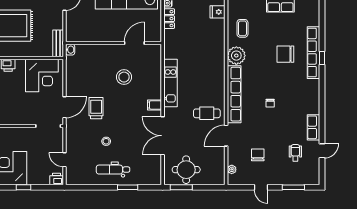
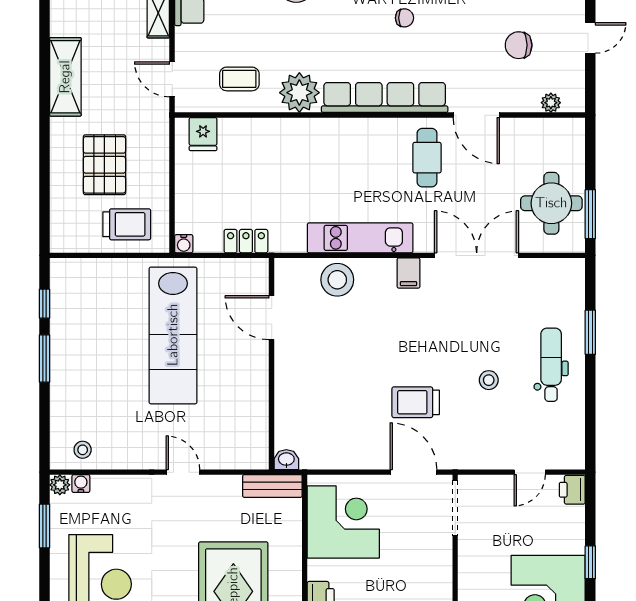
locker: (169, 19) -> (246, 241), moved
stool: (124, 77) -> (337, 280), moved
double door: (163, 136) -> (477, 255), swing flipped
dental chair: (113, 170) -> (551, 365), turned 180

